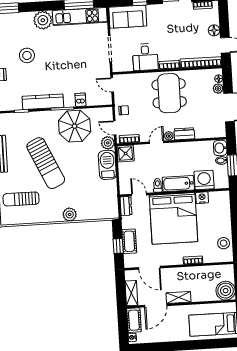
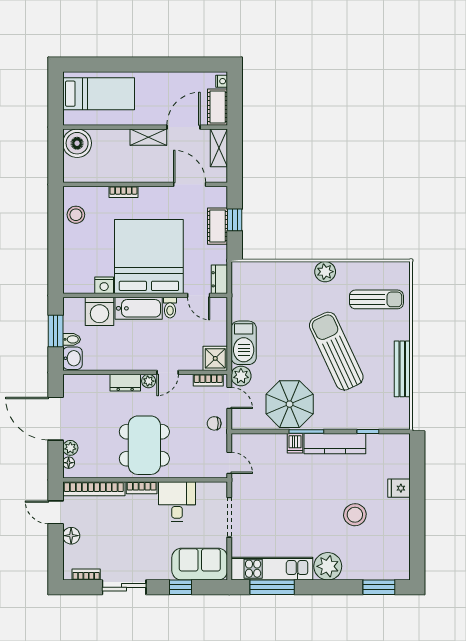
dishwasher: (80, 100) -> (295, 443), moved
plant: (70, 214) -> (325, 272), moved

